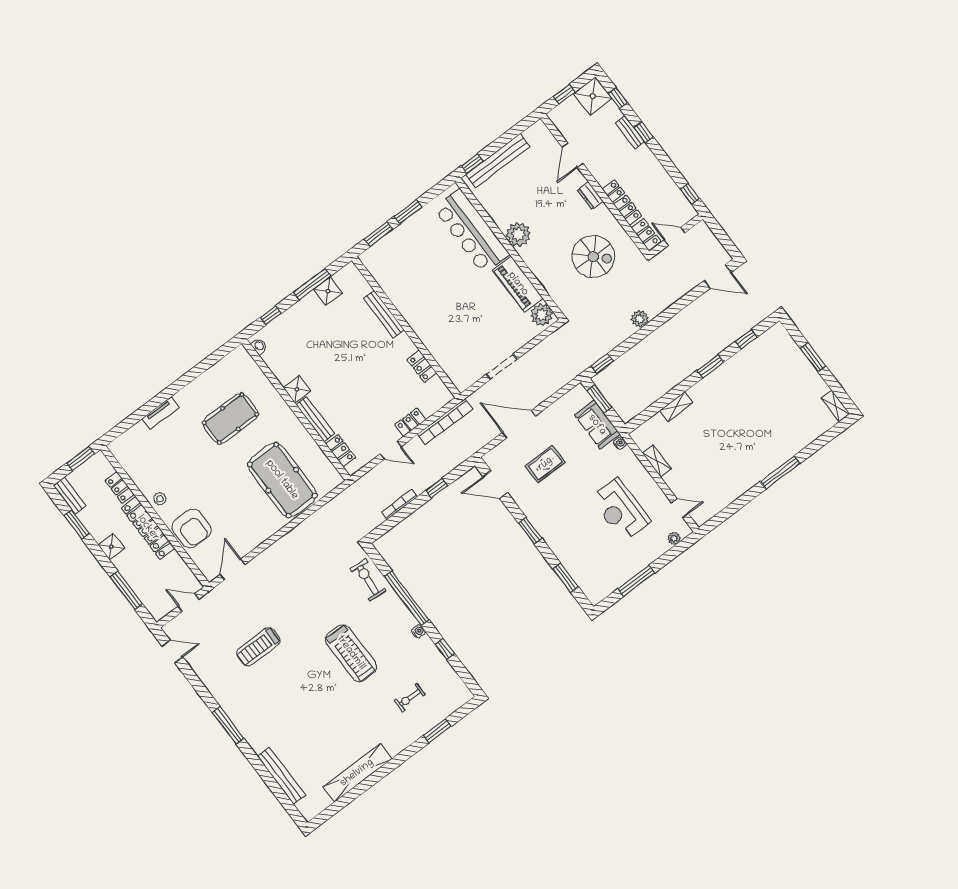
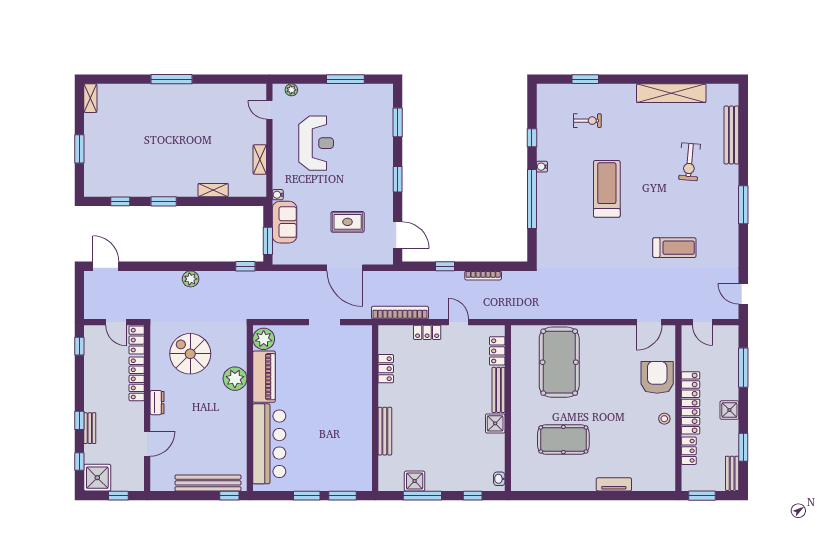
plant: (518, 234) -> (235, 379), moved
exercise bike: (368, 580) -> (689, 162), moved

